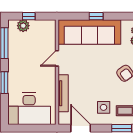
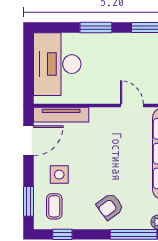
tv unit: (63, 93) -> (61, 115), moved

